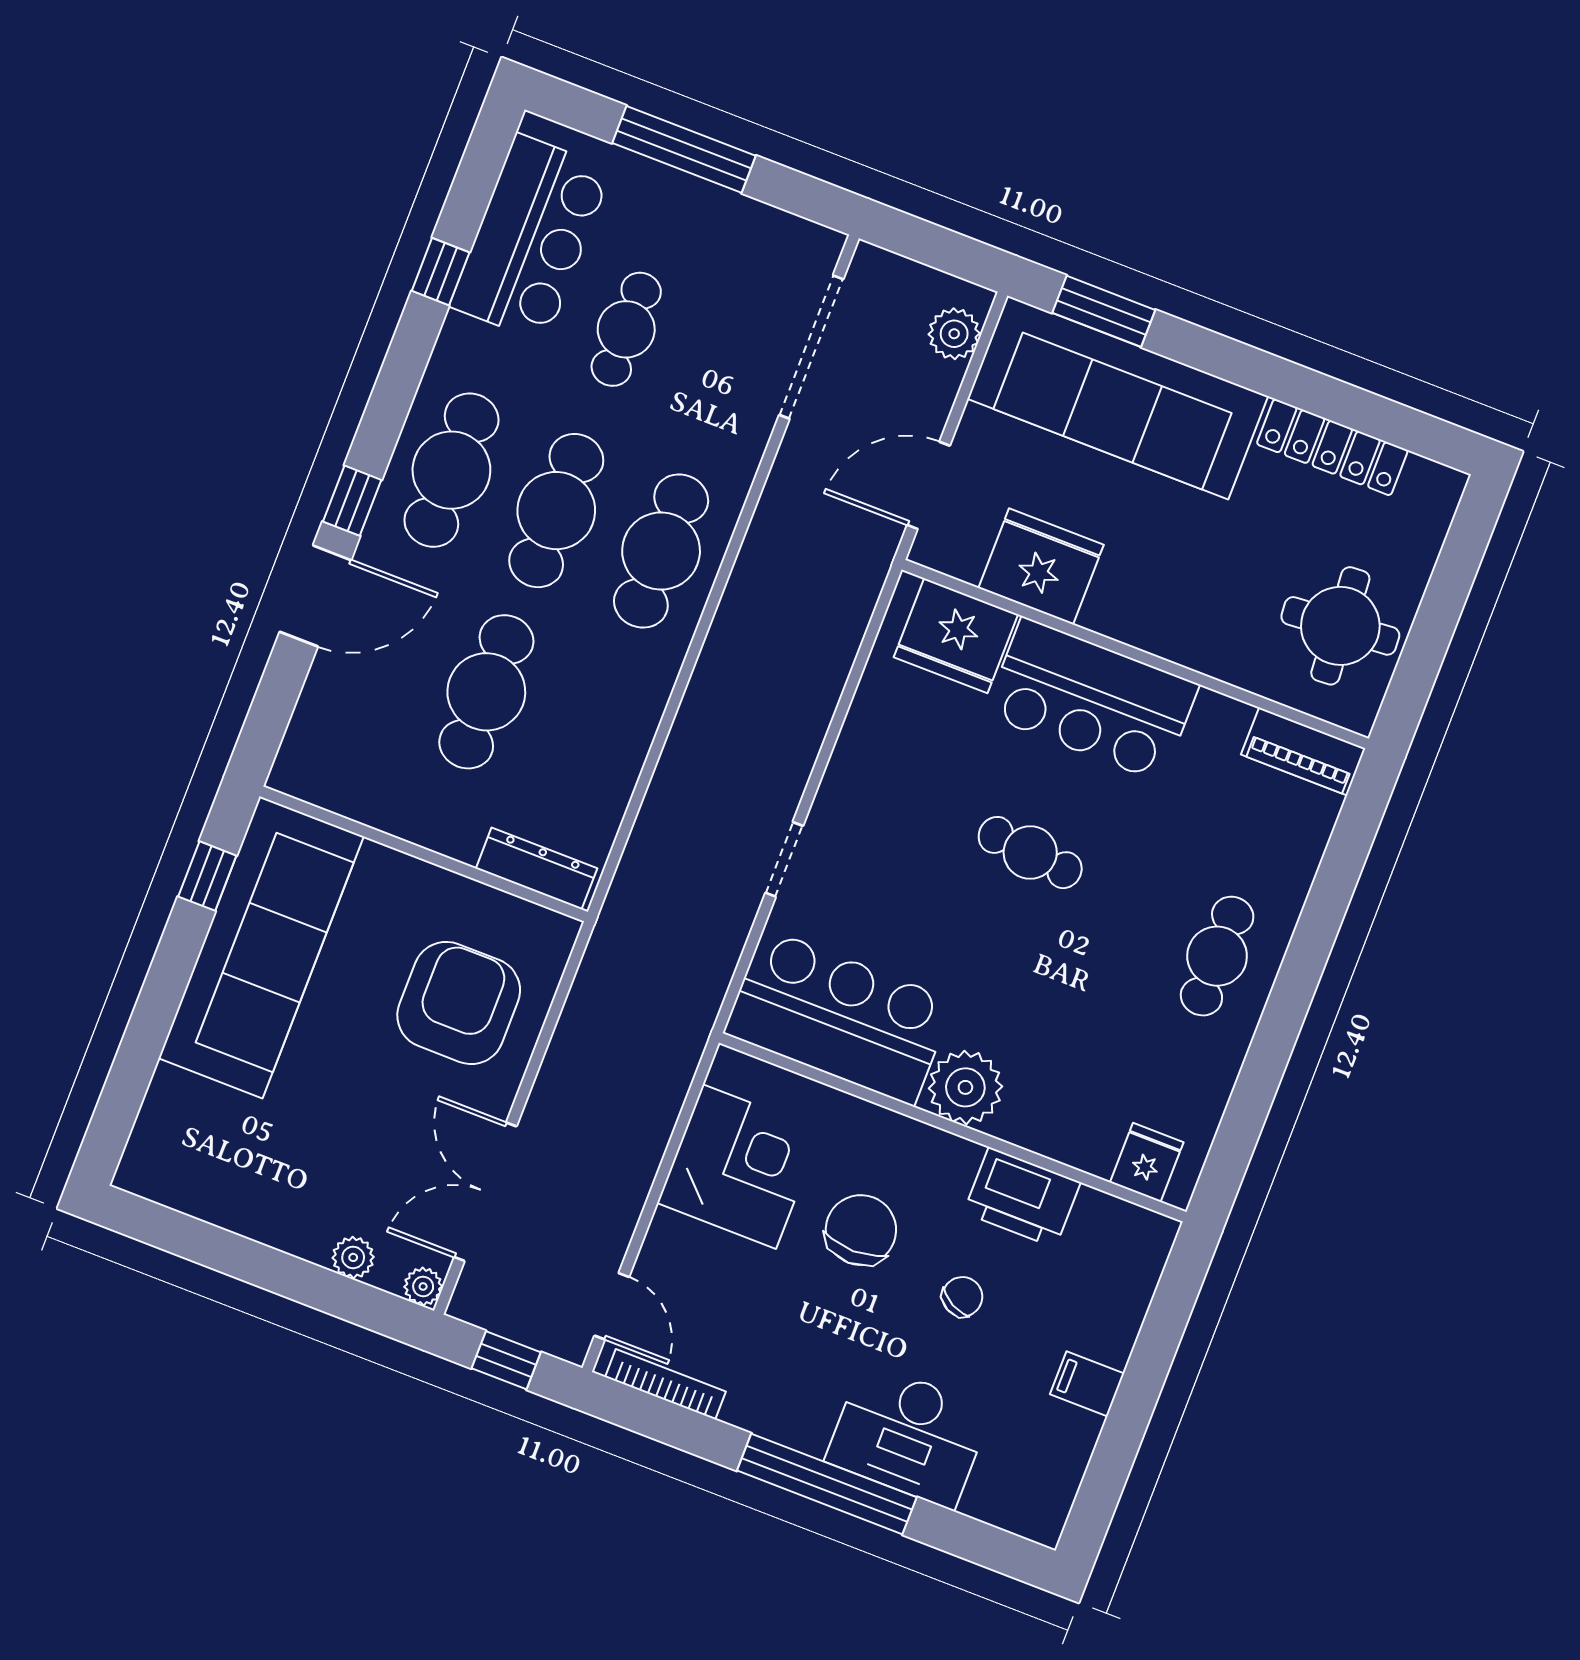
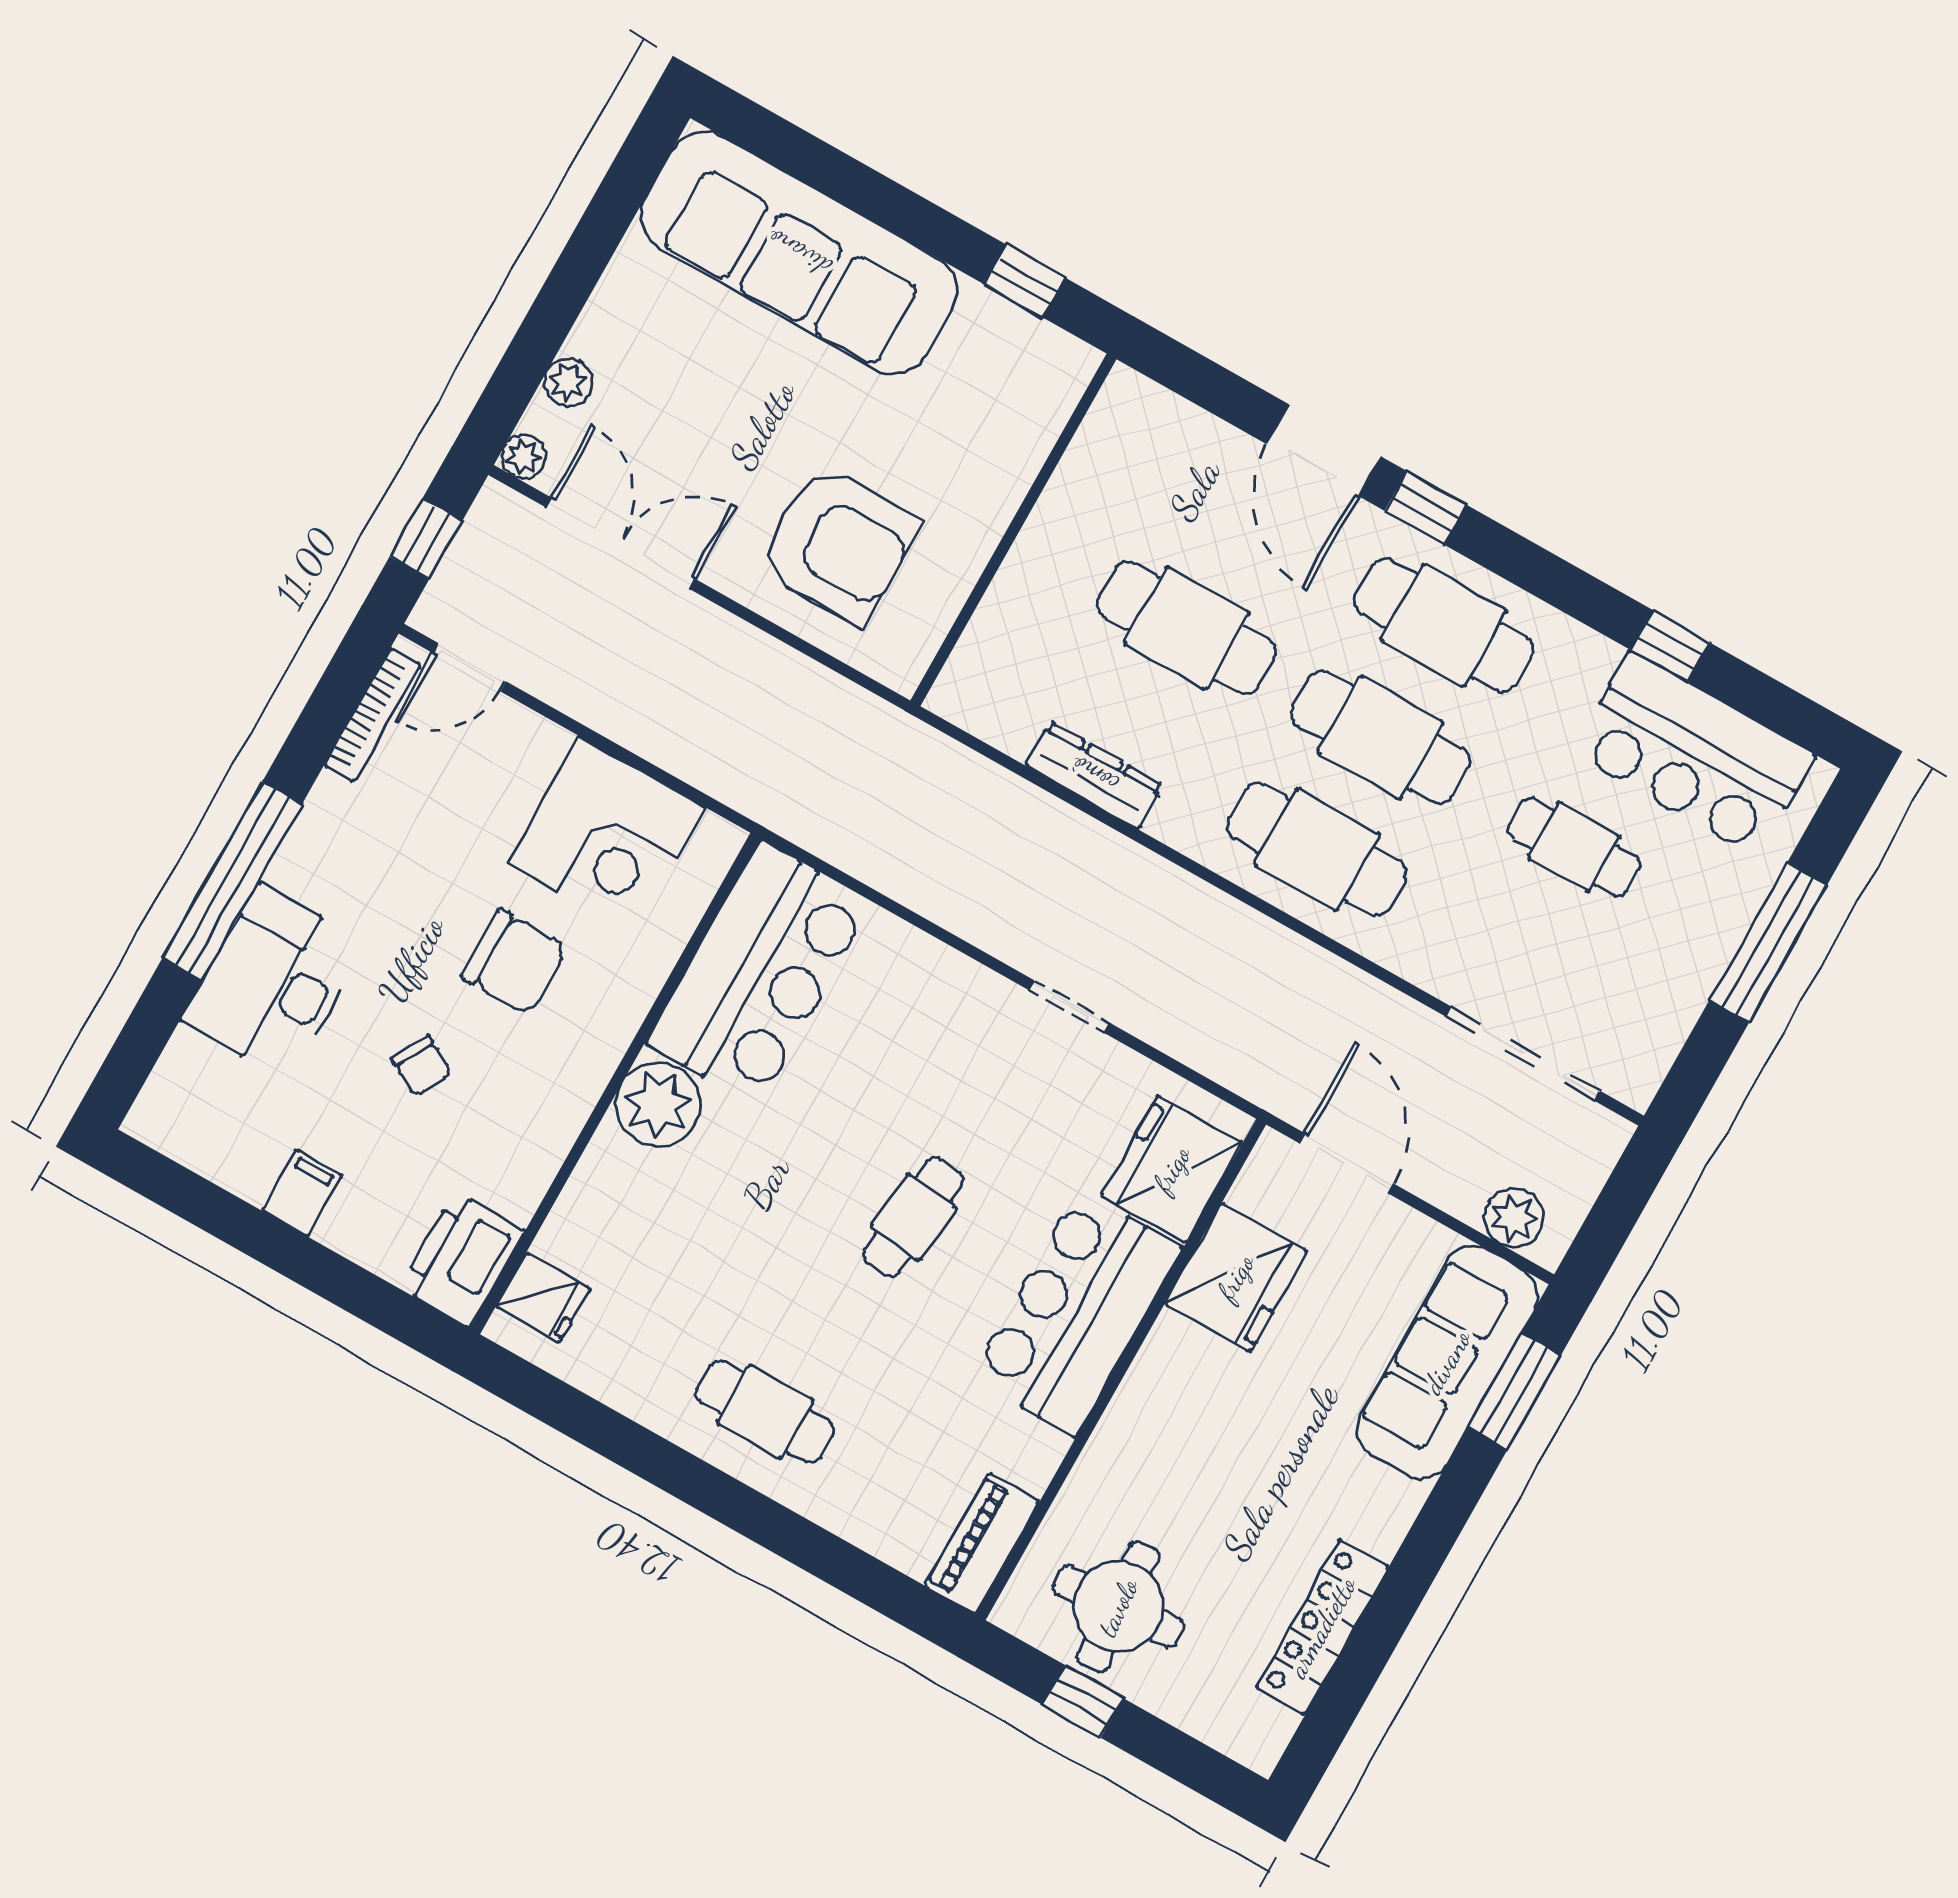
sofa: (1118, 397) -> (1447, 1362), width x0.74, depth x0.79
window: (1427, 645) -> (1083, 1701), added
doorway: (784, 859) -> (1069, 1007), moved
dresser: (537, 868) -> (1094, 775), moved, turned -90
sofa: (261, 947) -> (799, 253), moved
printer: (1022, 1197) -> (462, 1259), moved

